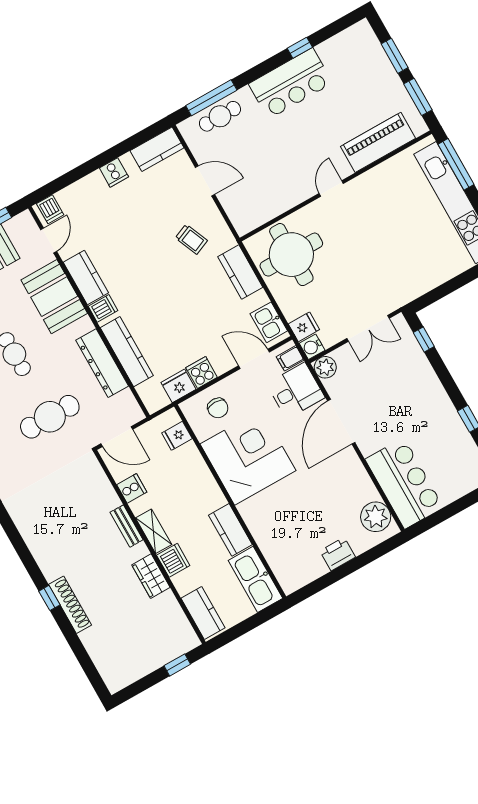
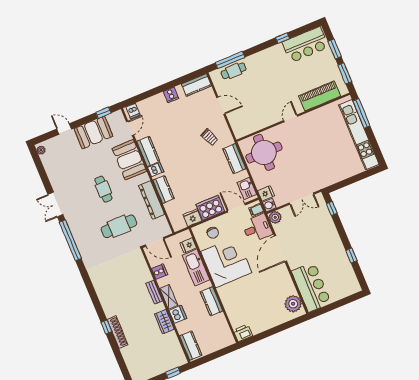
bar counter: (291, 83) -> (305, 45), moved
kitchen counter: (127, 352) -> (164, 189), width x0.67
cooker: (202, 373) -> (210, 208), width x1.87, depth x1.31
printer: (338, 554) -> (243, 333), moved
kitchen sink: (255, 579) -> (196, 267), moved

